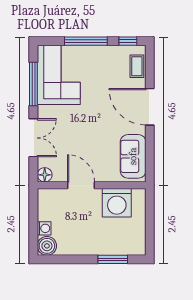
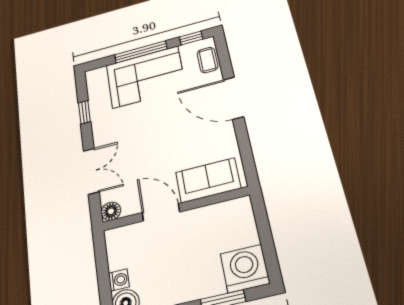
corner sofa: (59, 75) -> (145, 77), moved, turned 90
window: (33, 84) -> (84, 112), width x0.46
sofa: (133, 156) -> (208, 180), moved, turned 90
washing machine: (117, 203) -> (245, 269), moved, turned 180

